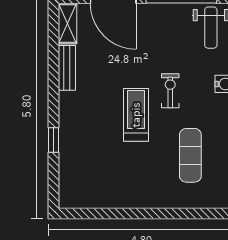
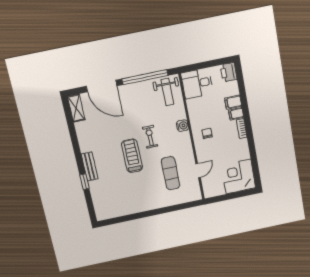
bench: (67, 68) -> (90, 166), moved

